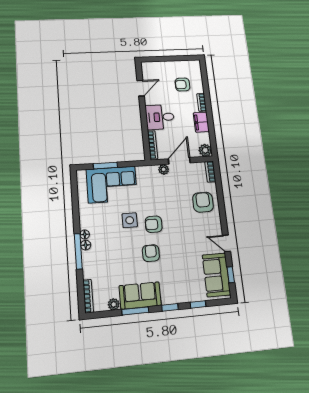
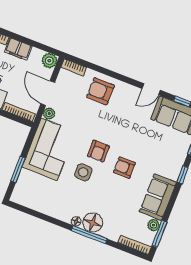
corner sofa: (112, 185) -> (49, 149), moved
floor lamp: (86, 245) -> (93, 223), width x1.89, depth x1.89
window: (135, 311) -> (159, 234), moved

